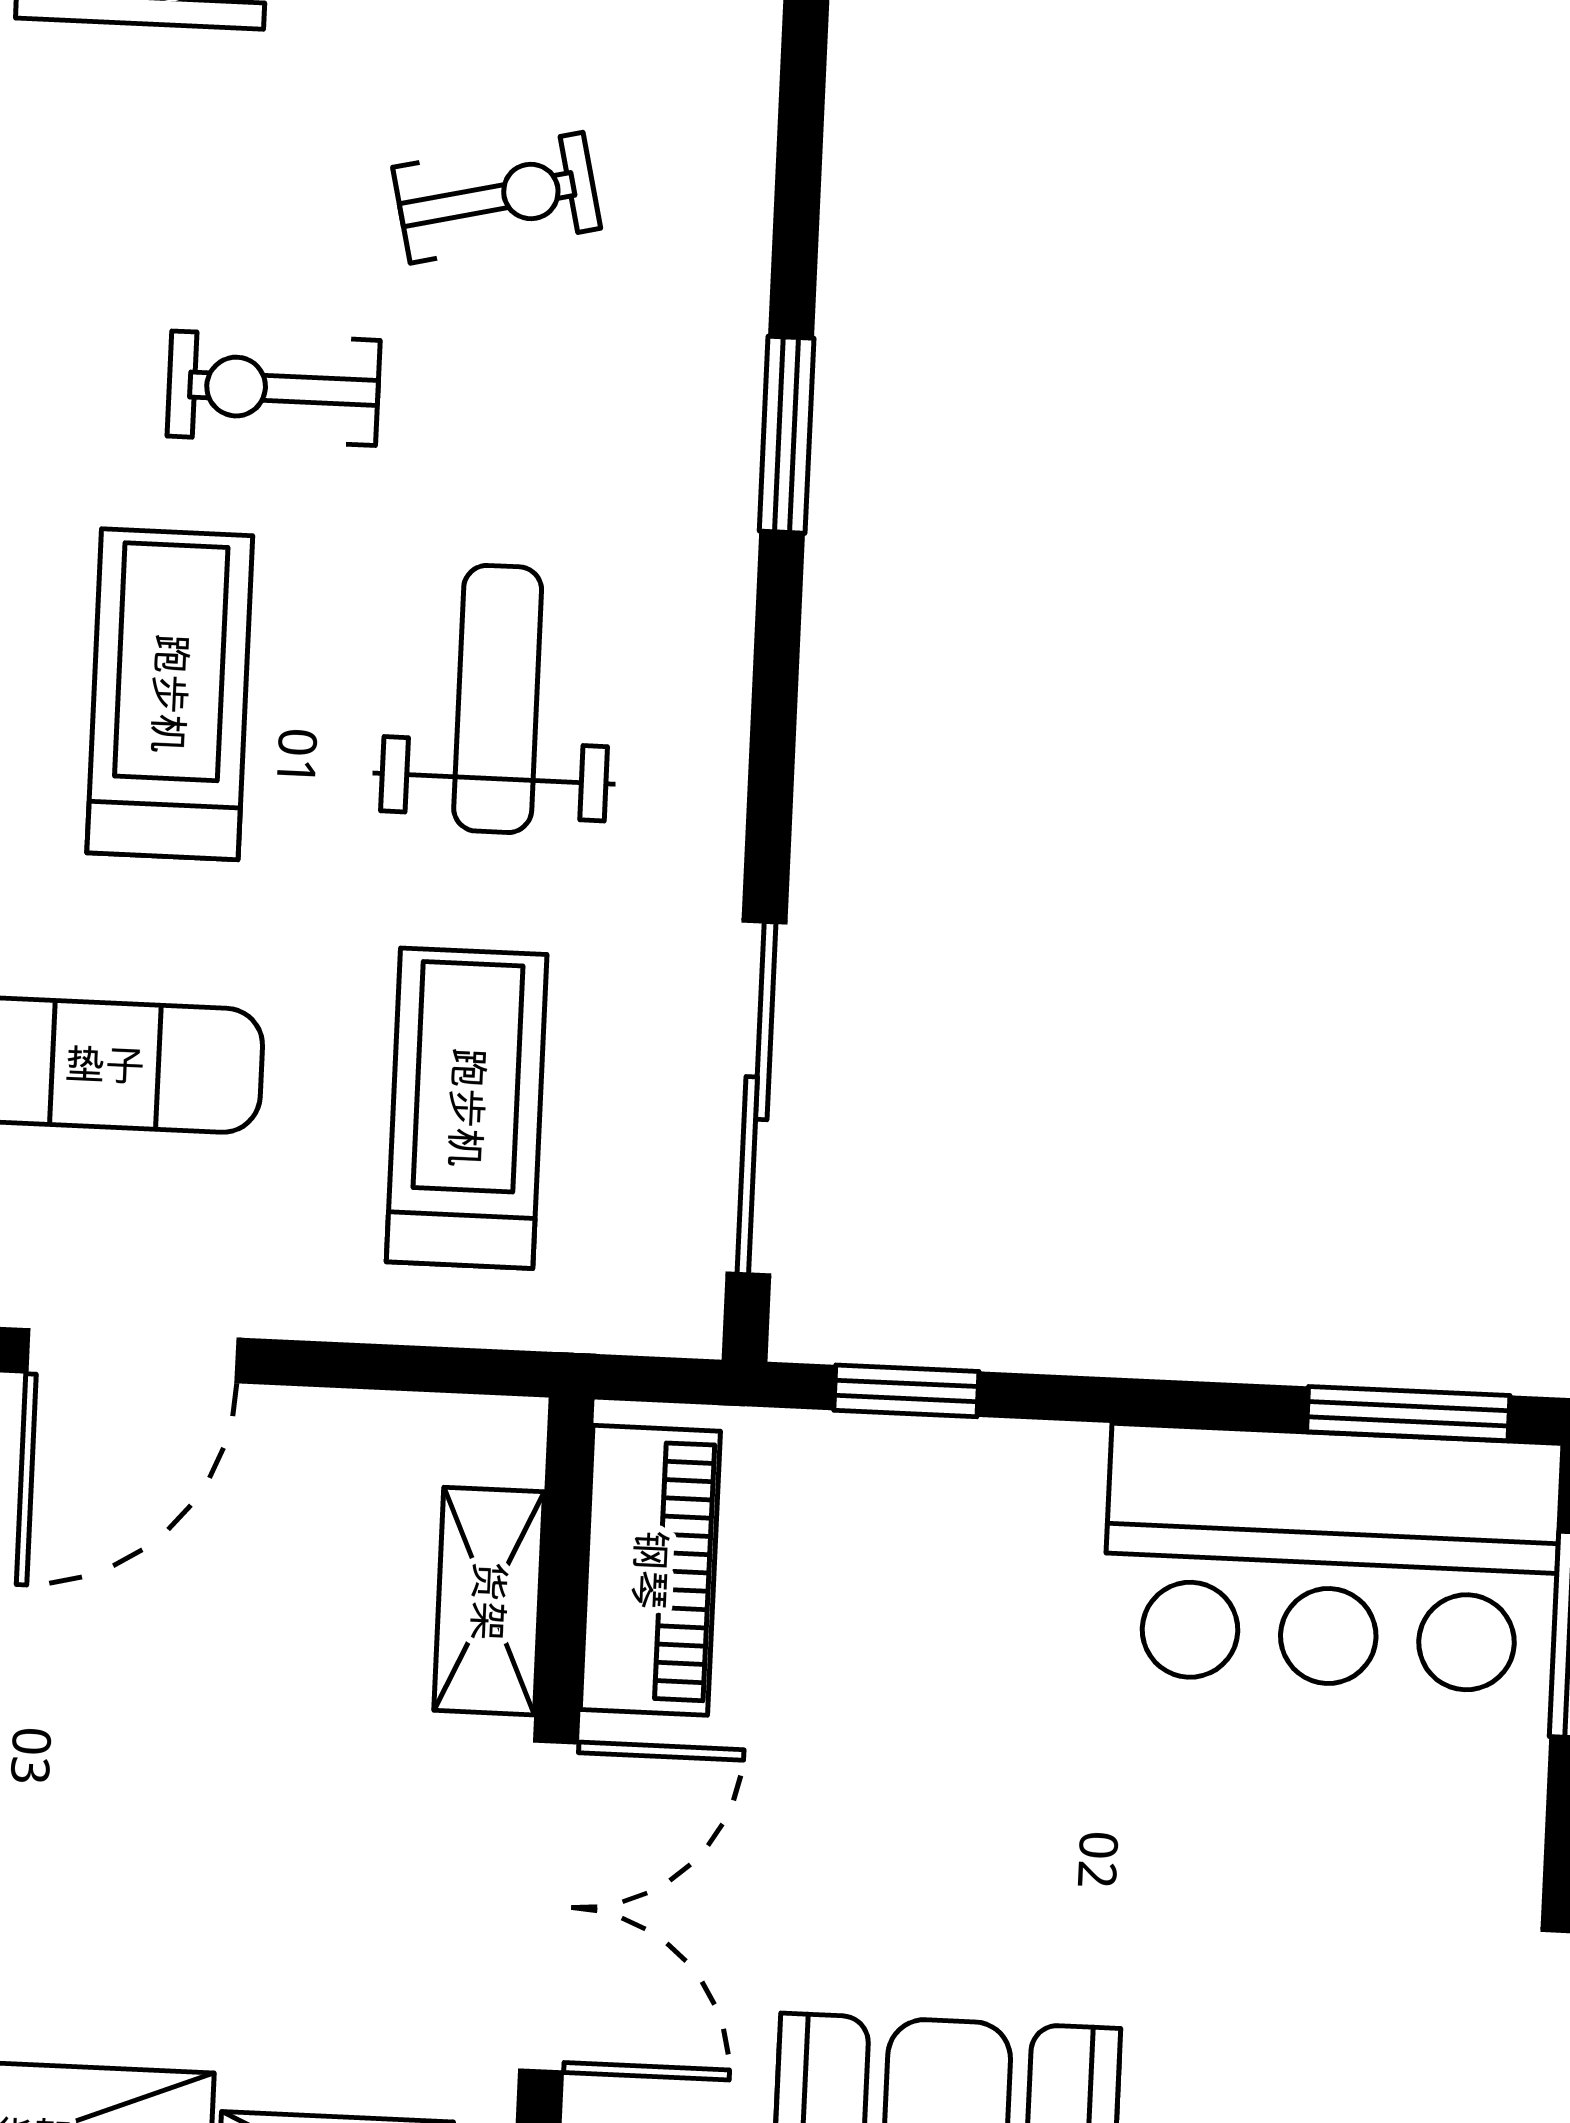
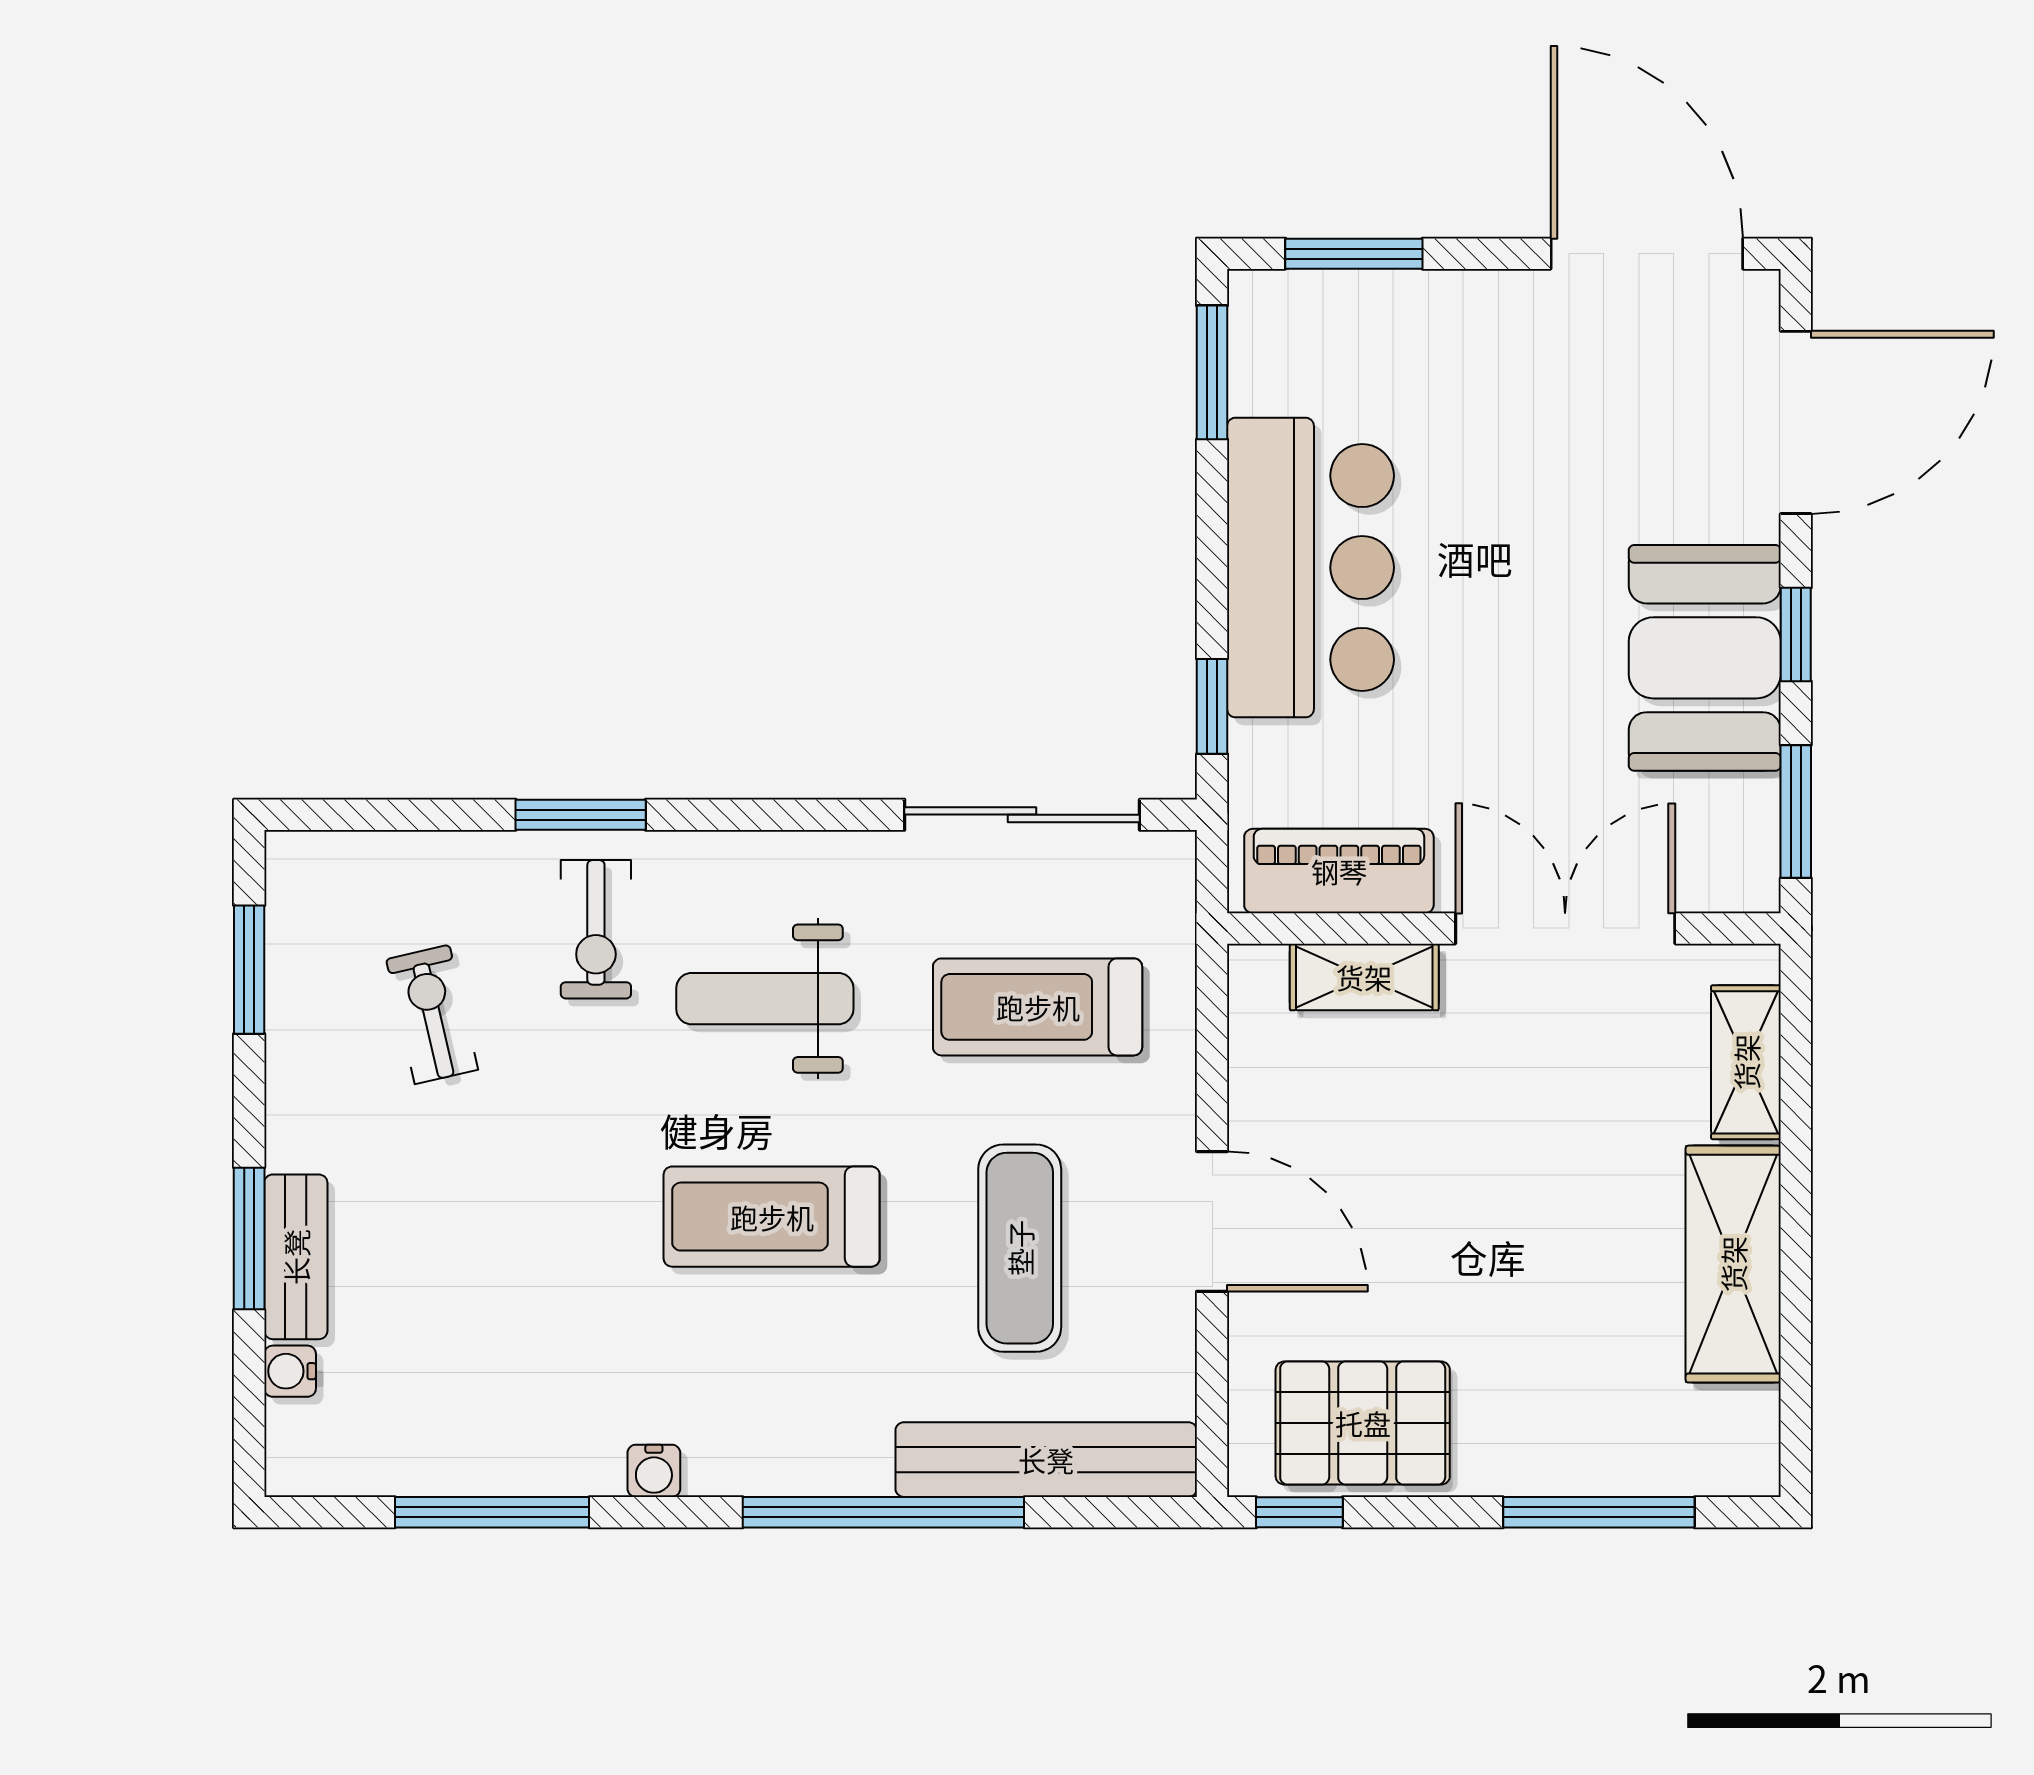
exercise bike: (274, 388) -> (596, 929), moved
bar counter: (1332, 1558) -> (1310, 568), moved

